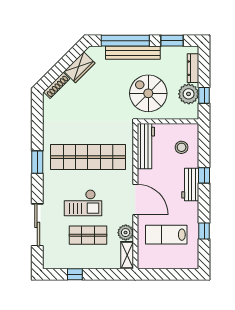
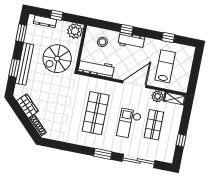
window: (125, 41) -> (14, 68), width x0.47
plant: (189, 94) -> (75, 31), moved
window: (204, 95) -> (57, 15), moved
shop shelf: (88, 157) -> (96, 113), width x0.71
window: (37, 162) -> (103, 154), moved
checkout: (83, 203) -> (129, 124), turned 180
lab bench: (166, 235) -> (165, 66), turned 180

